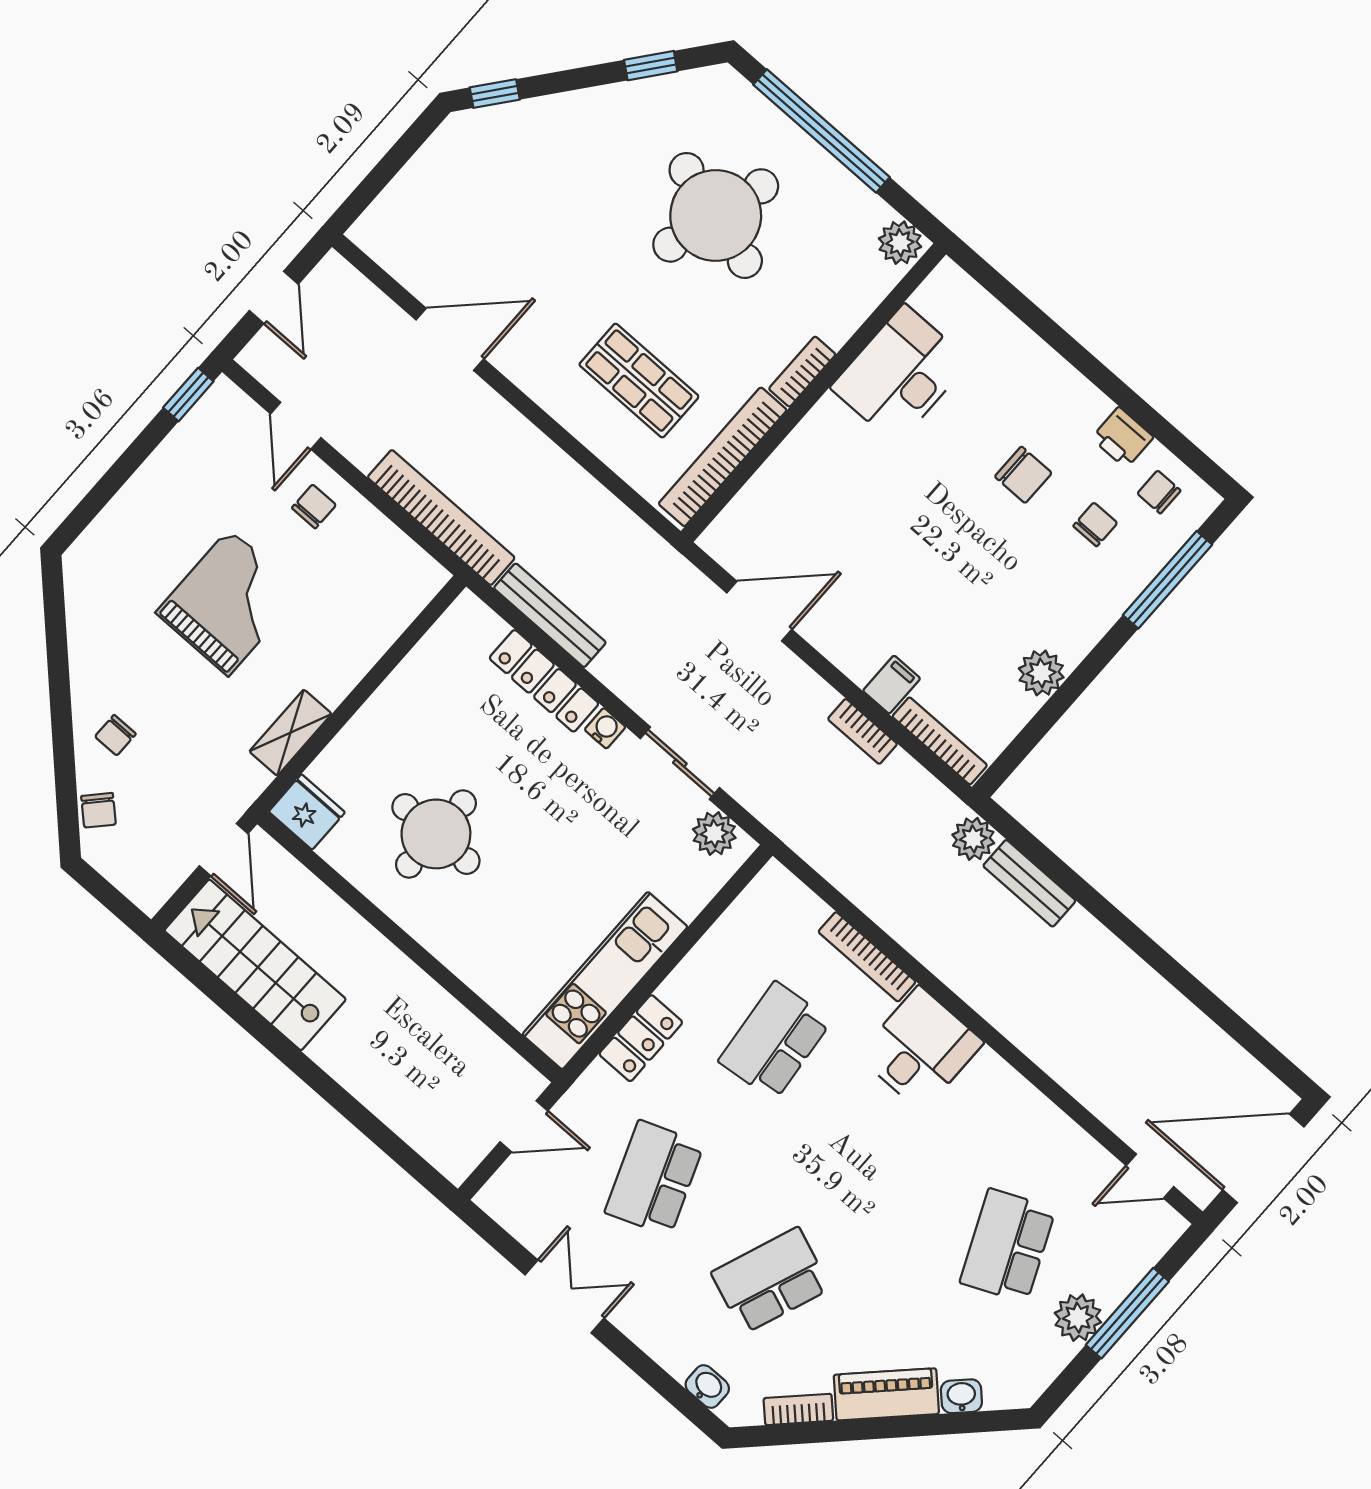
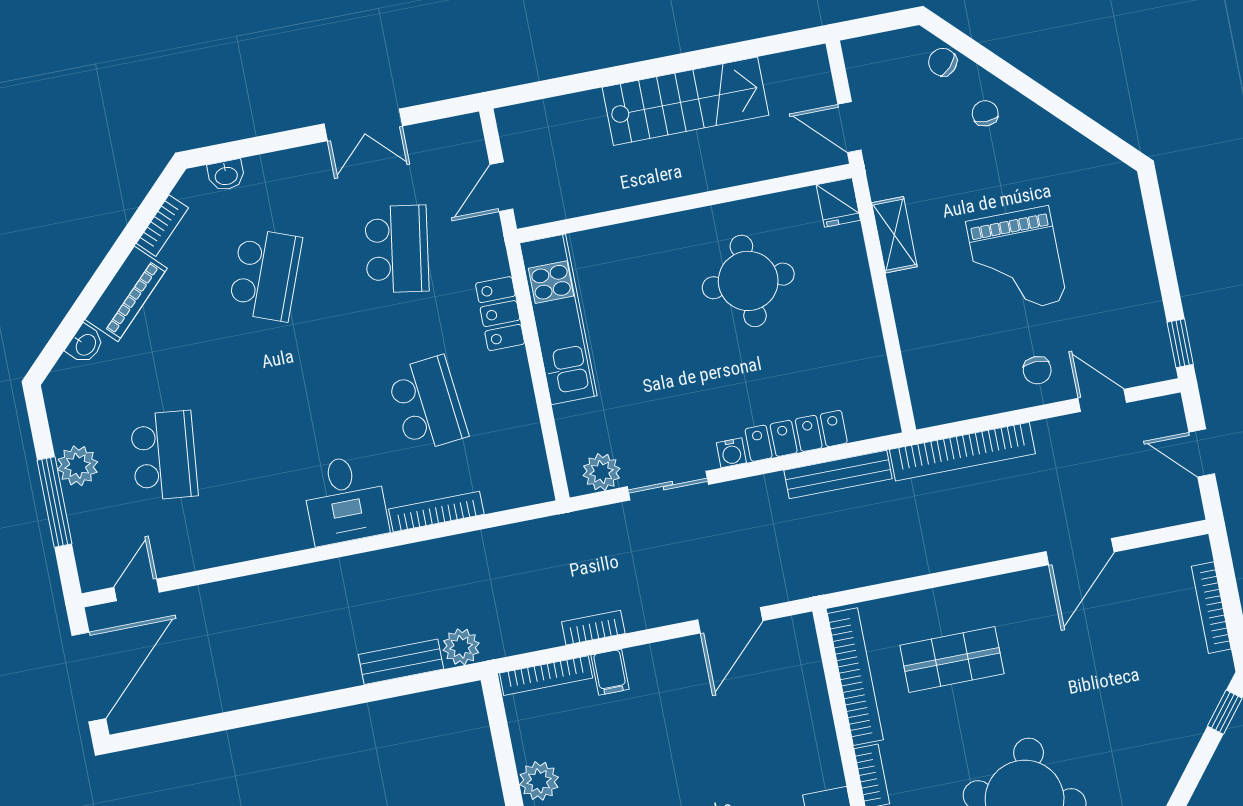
bookcase: (409, 180) -> (1211, 608), added
fridge: (307, 812) -> (838, 203), width x0.72
stairs: (255, 965) -> (685, 101), moved
school desk: (654, 1178) -> (397, 249), turned 30
school desk: (1008, 1246) -> (164, 456), turned 30

